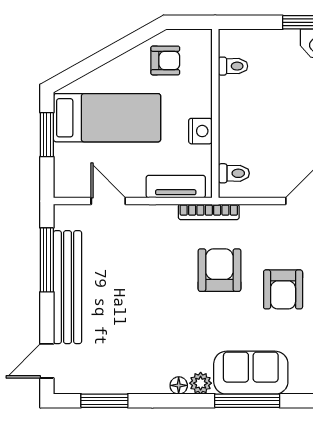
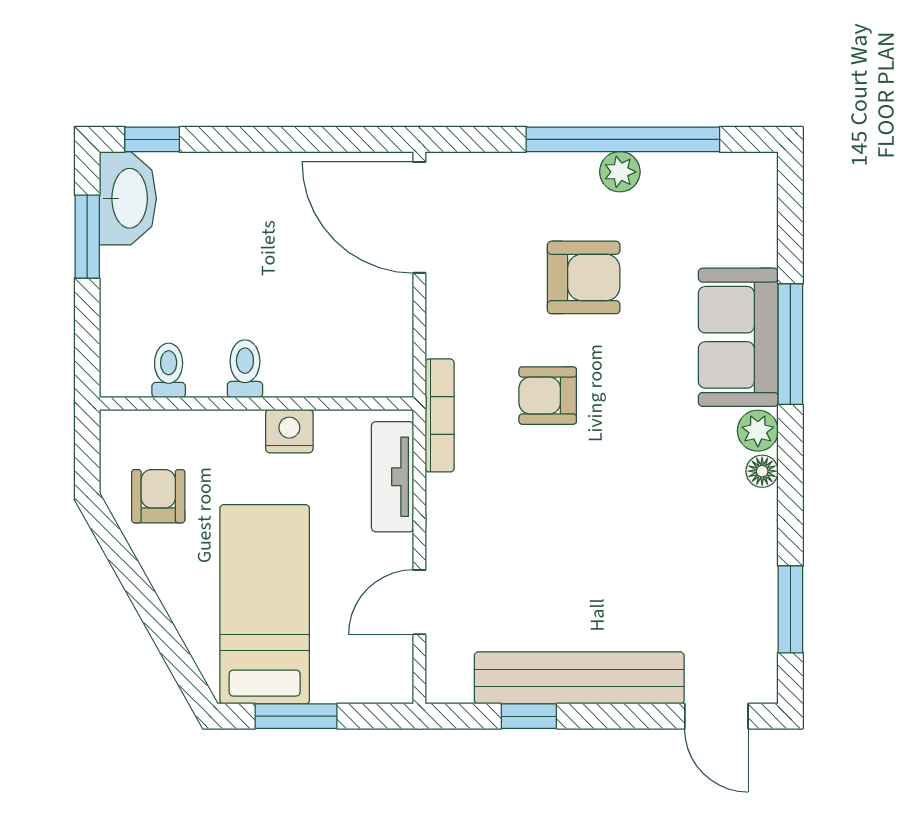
toilet: (234, 173) -> (245, 369), moved
window: (47, 260) -> (529, 716), width x0.46
armchair: (219, 270) -> (548, 396), width x0.72, depth x0.72

